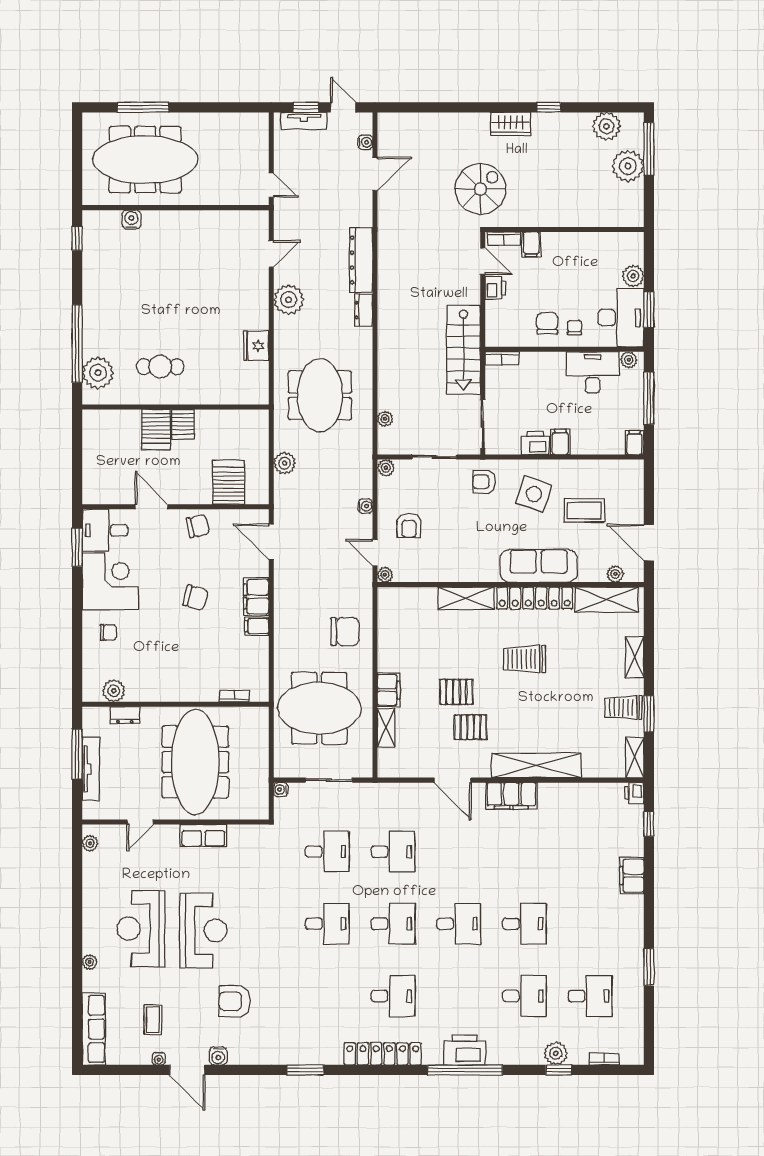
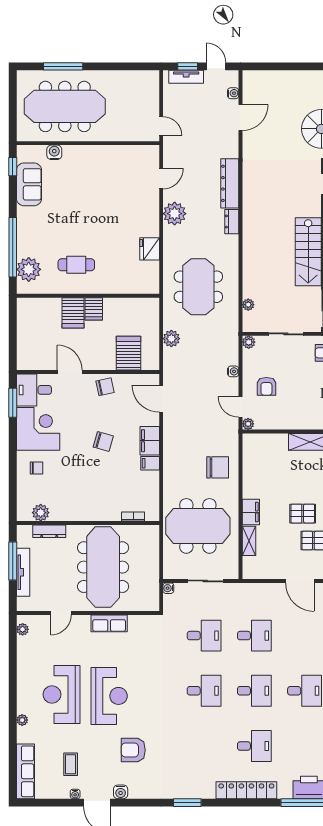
sofa: (98, 261) -> (29, 184), added
dresser: (125, 715) -> (49, 531), width x1.44

